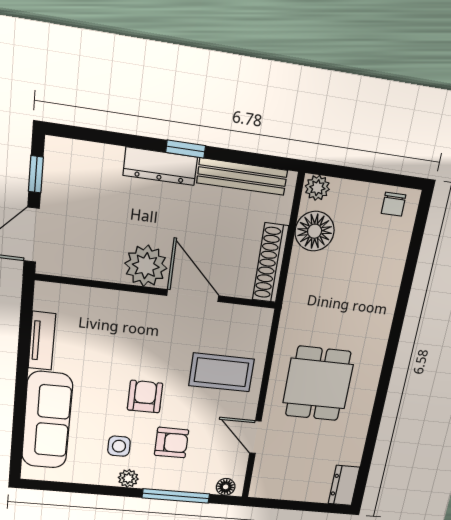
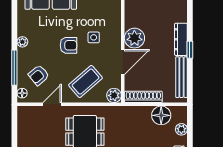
plant: (317, 188) -> (181, 129), moved
plant: (258, 321) -> (114, 95), added
coffee table: (221, 372) -> (85, 82), turned 49
armchair: (172, 443) -> (39, 75), moved, turned 50
side table: (119, 446) -> (94, 37), moved

